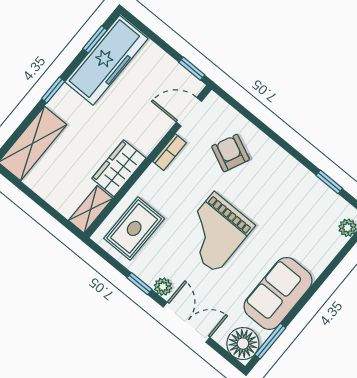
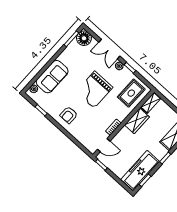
armchair: (230, 153) -> (69, 115), moved, turned 65
grand piano: (215, 232) -> (94, 90), turned 180
sofa: (278, 293) -> (52, 77), moved

